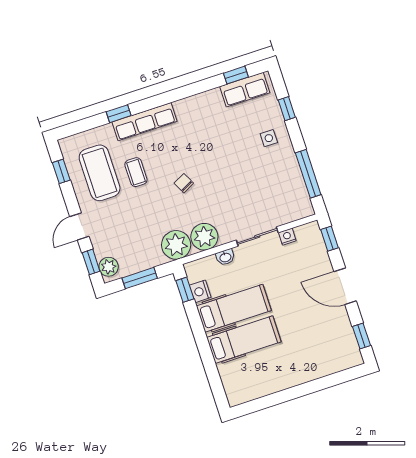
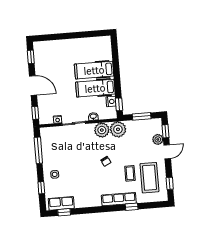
plant: (109, 267) -> (158, 139), moved

